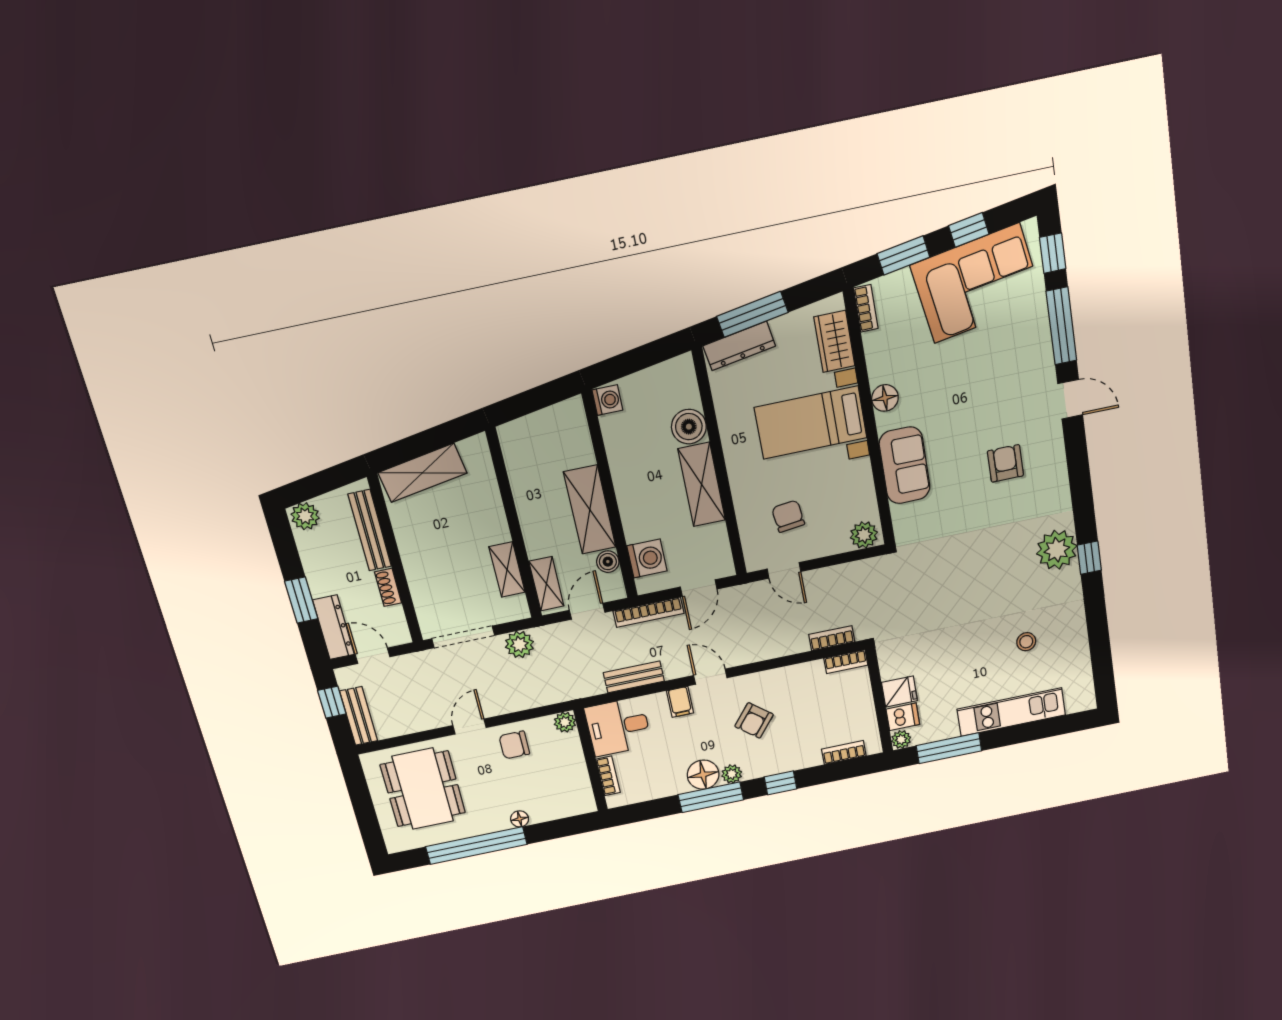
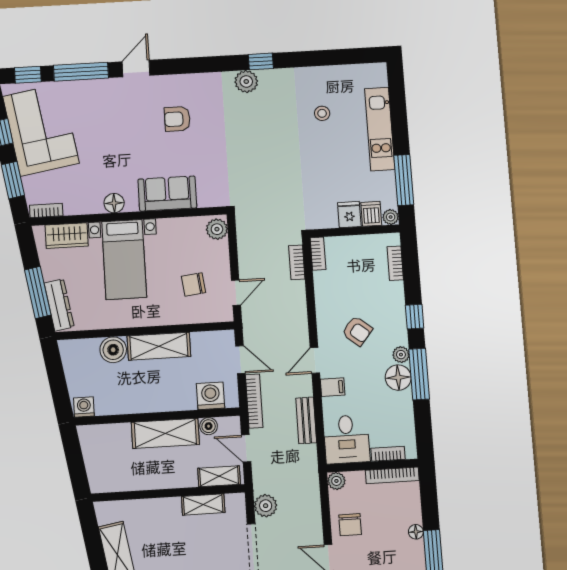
plant: (1057, 550) -> (246, 82), width x0.73, depth x0.73
bookcase: (583, 784) -> (392, 475), added

